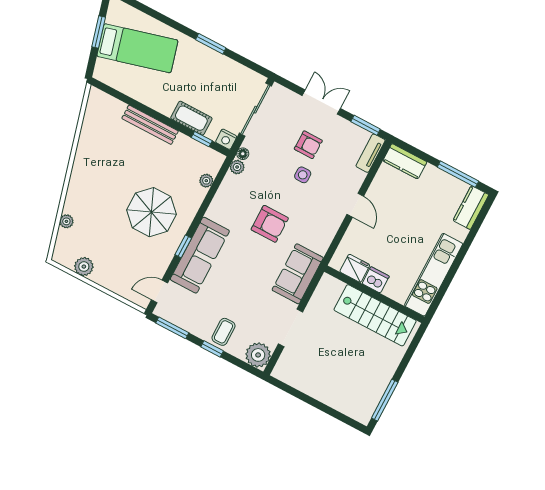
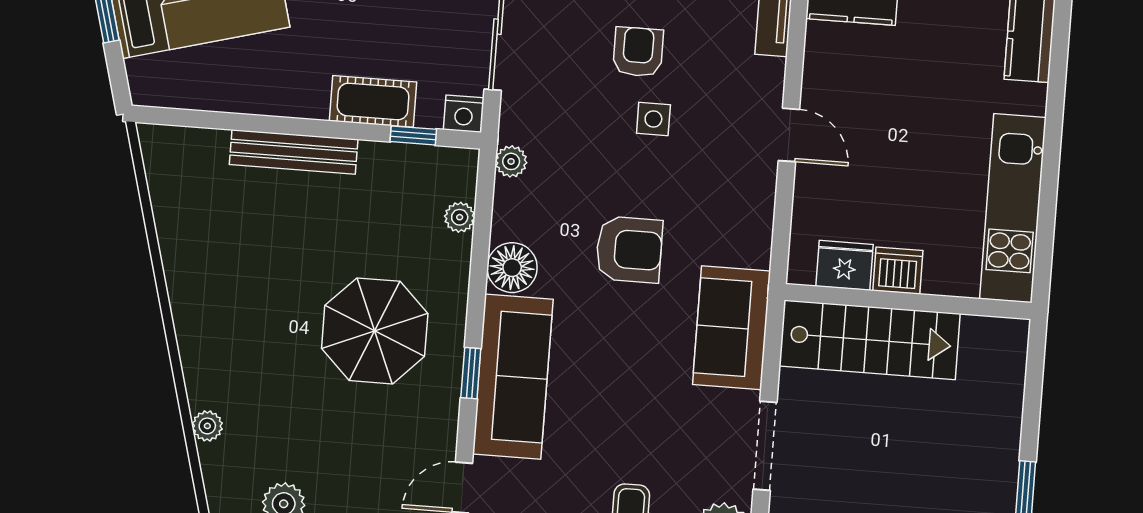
armchair: (308, 145) -> (638, 52), turned -90
floor lamp: (243, 154) -> (512, 268), moved, width x1.89, depth x1.89
stairs: (375, 315) -> (870, 340), moved

